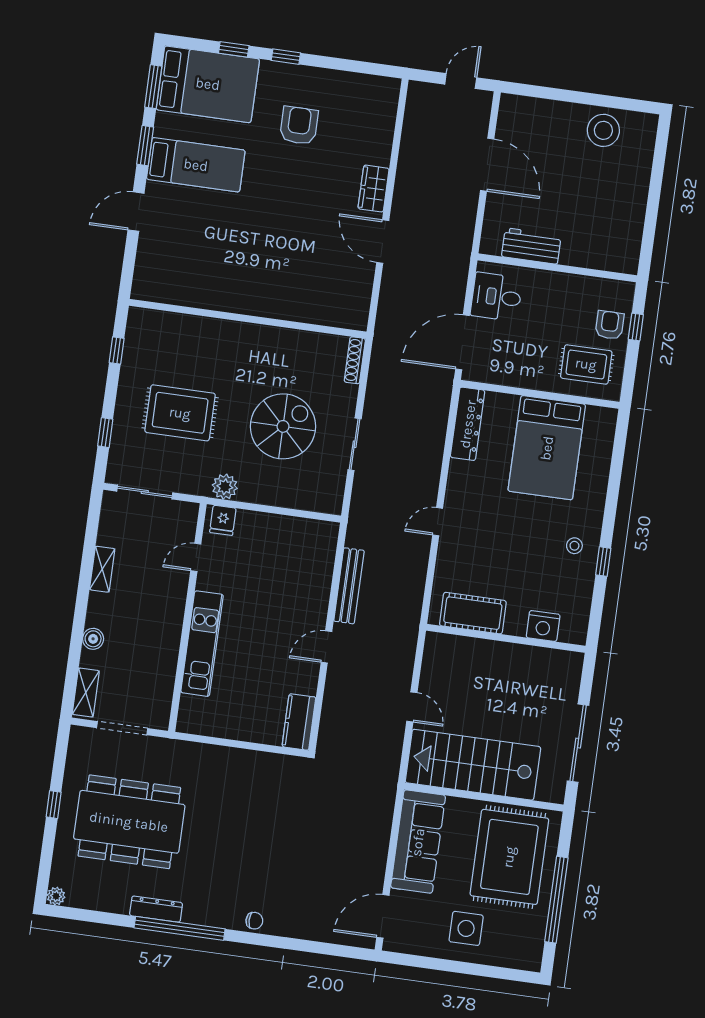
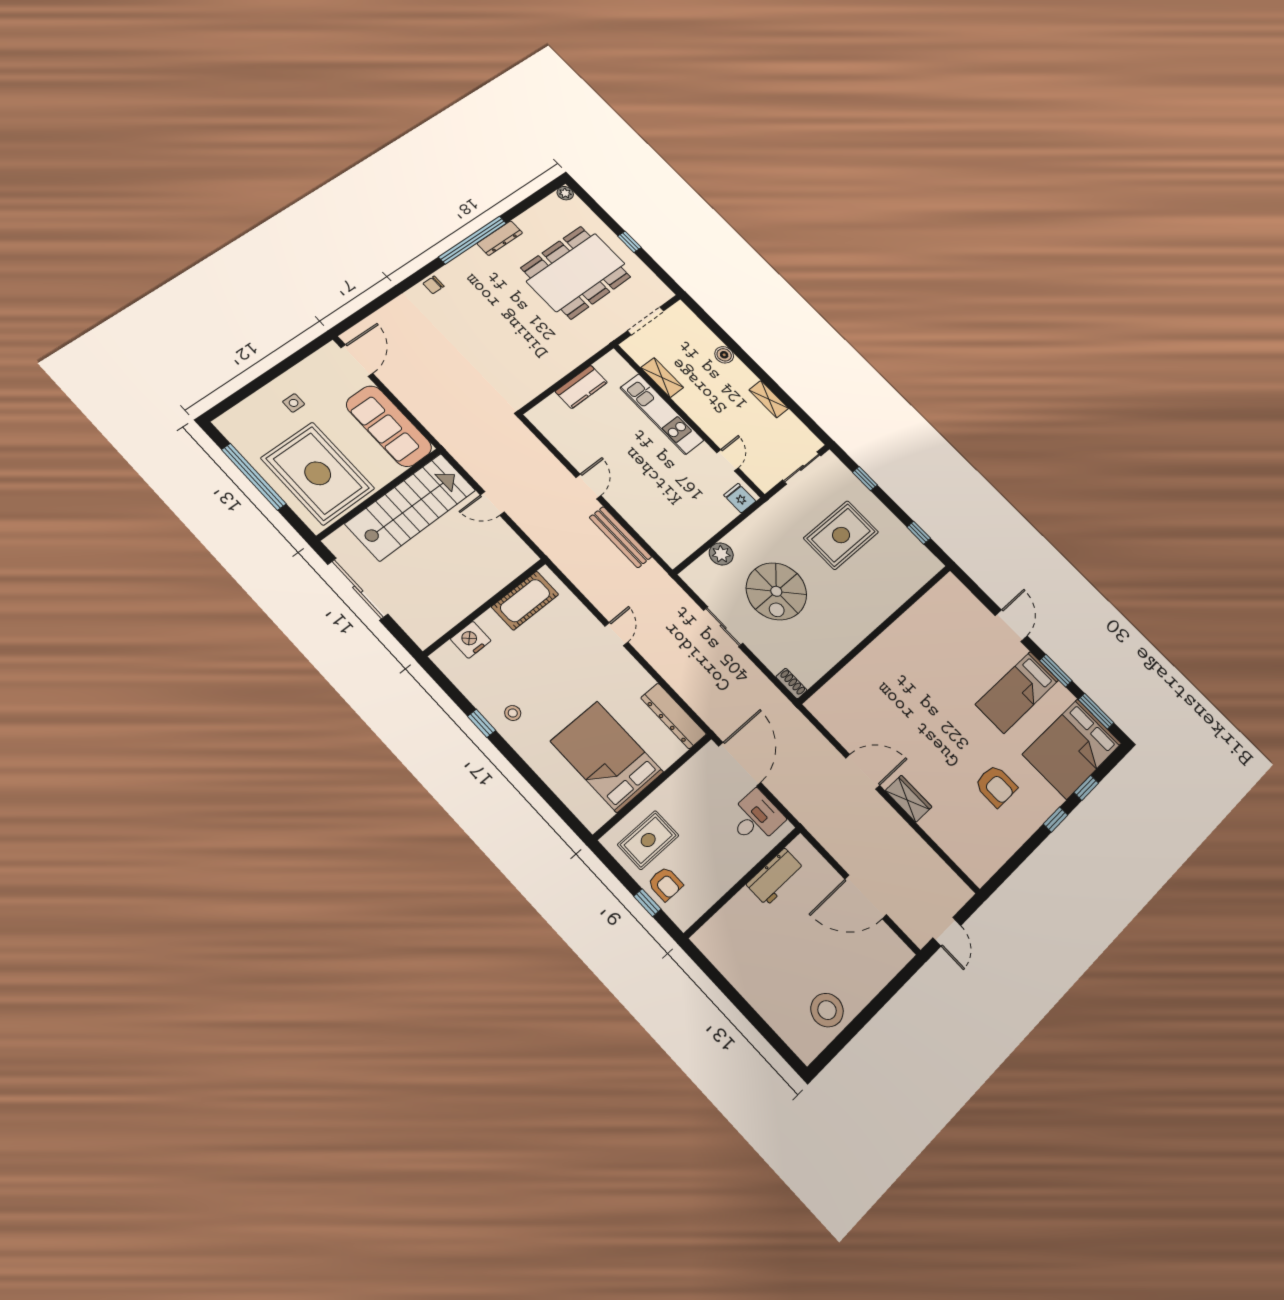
shoe rack: (355, 360) -> (791, 683), width x0.70
plant: (225, 487) -> (721, 554), moved
shelving: (86, 693) -> (662, 378), moved
kitchen counter: (299, 722) -> (581, 387), moved, turned 90
side table: (466, 928) -> (294, 403), width x0.54, depth x0.54

